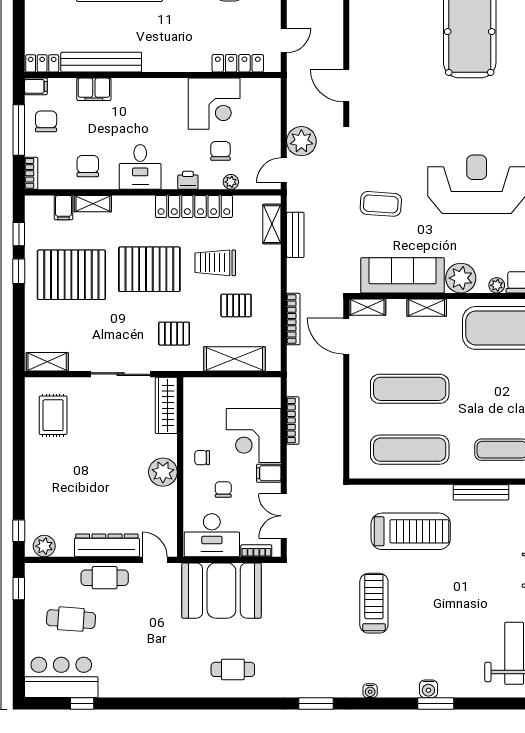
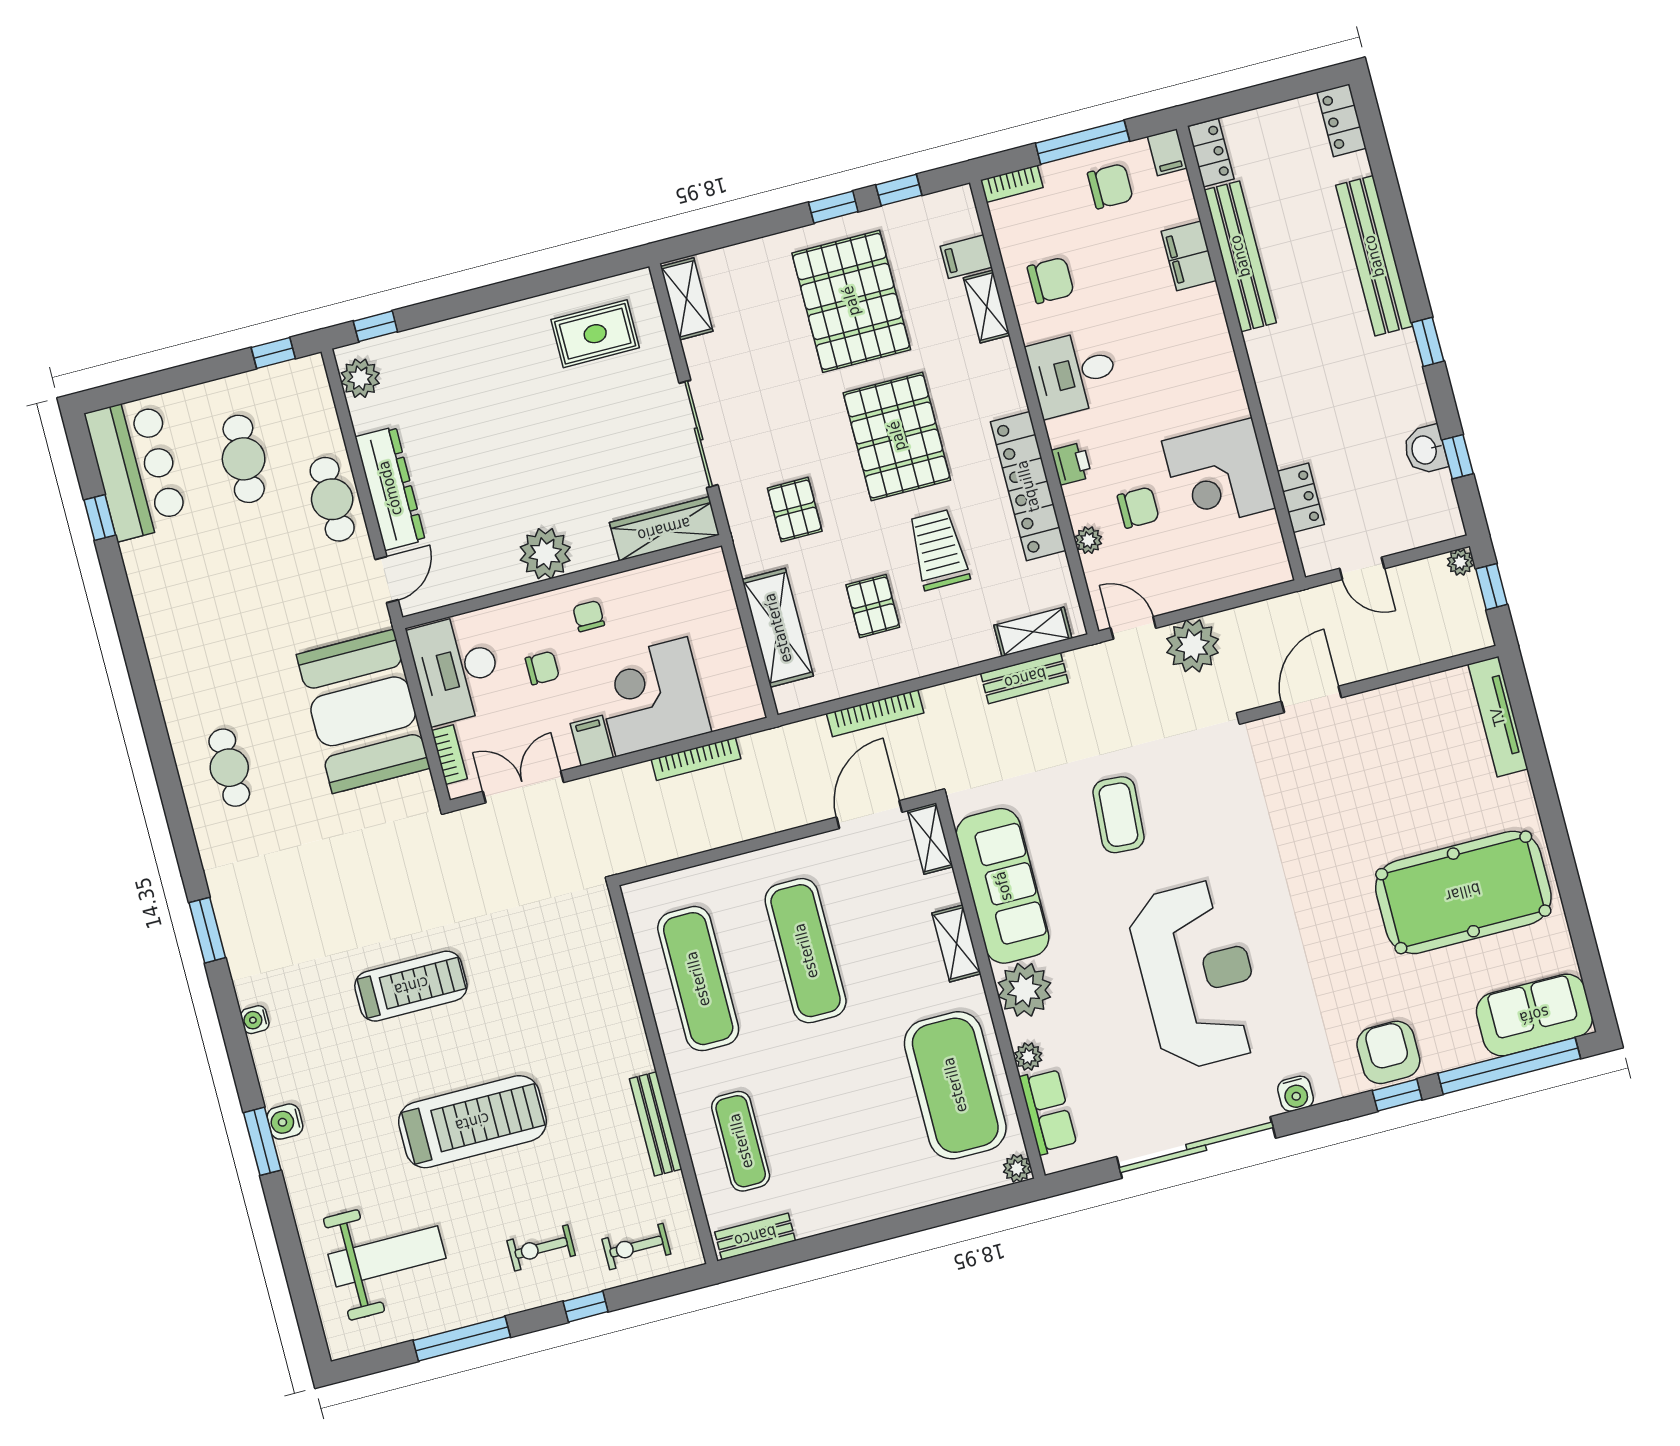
locker: (238, 63) -> (1301, 498), width x0.66
treadmill: (411, 531) -> (472, 1122), moved, turned -90

